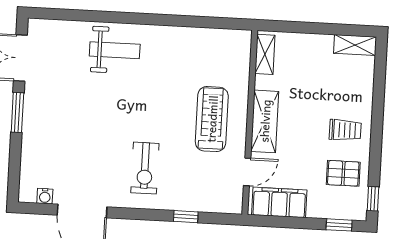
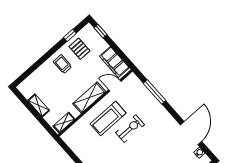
shelving: (355, 45) -> (39, 105), moved
exercise bike: (145, 168) -> (130, 129), moved
window: (373, 199) -> (70, 35), moved
window: (186, 217) -> (155, 92), width x2.17

